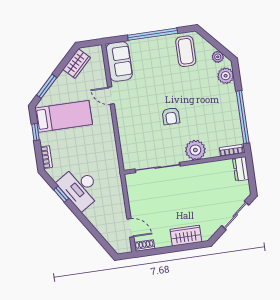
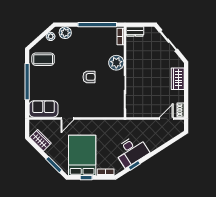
bed: (64, 116) -> (82, 155), width x1.50

